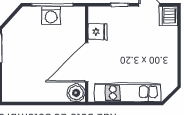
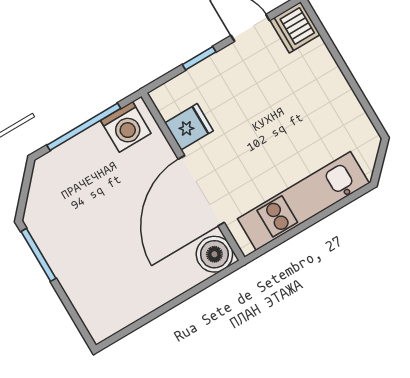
washing machine: (51, 16) -> (126, 127), moved

